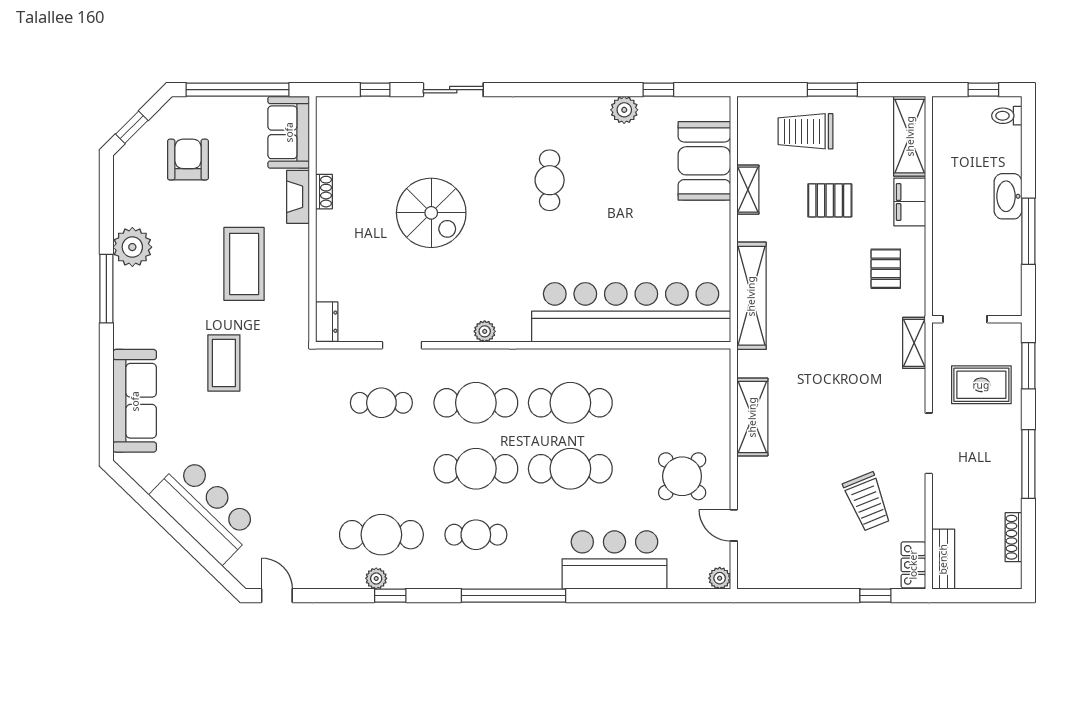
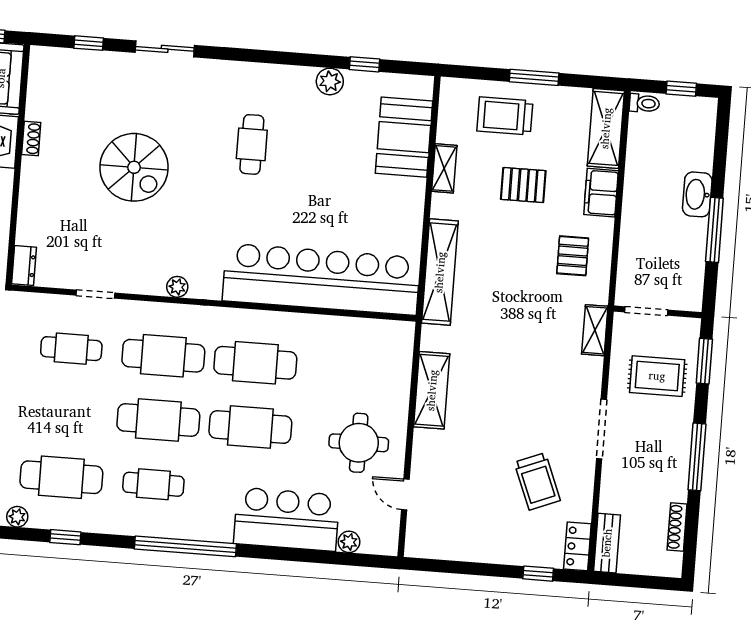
toilet: (1007, 116) -> (644, 103), moved, turned 180
round table: (682, 476) -> (359, 443), turned 45
plant: (376, 578) -> (17, 517), moved
plant: (720, 578) -> (349, 542), moved

